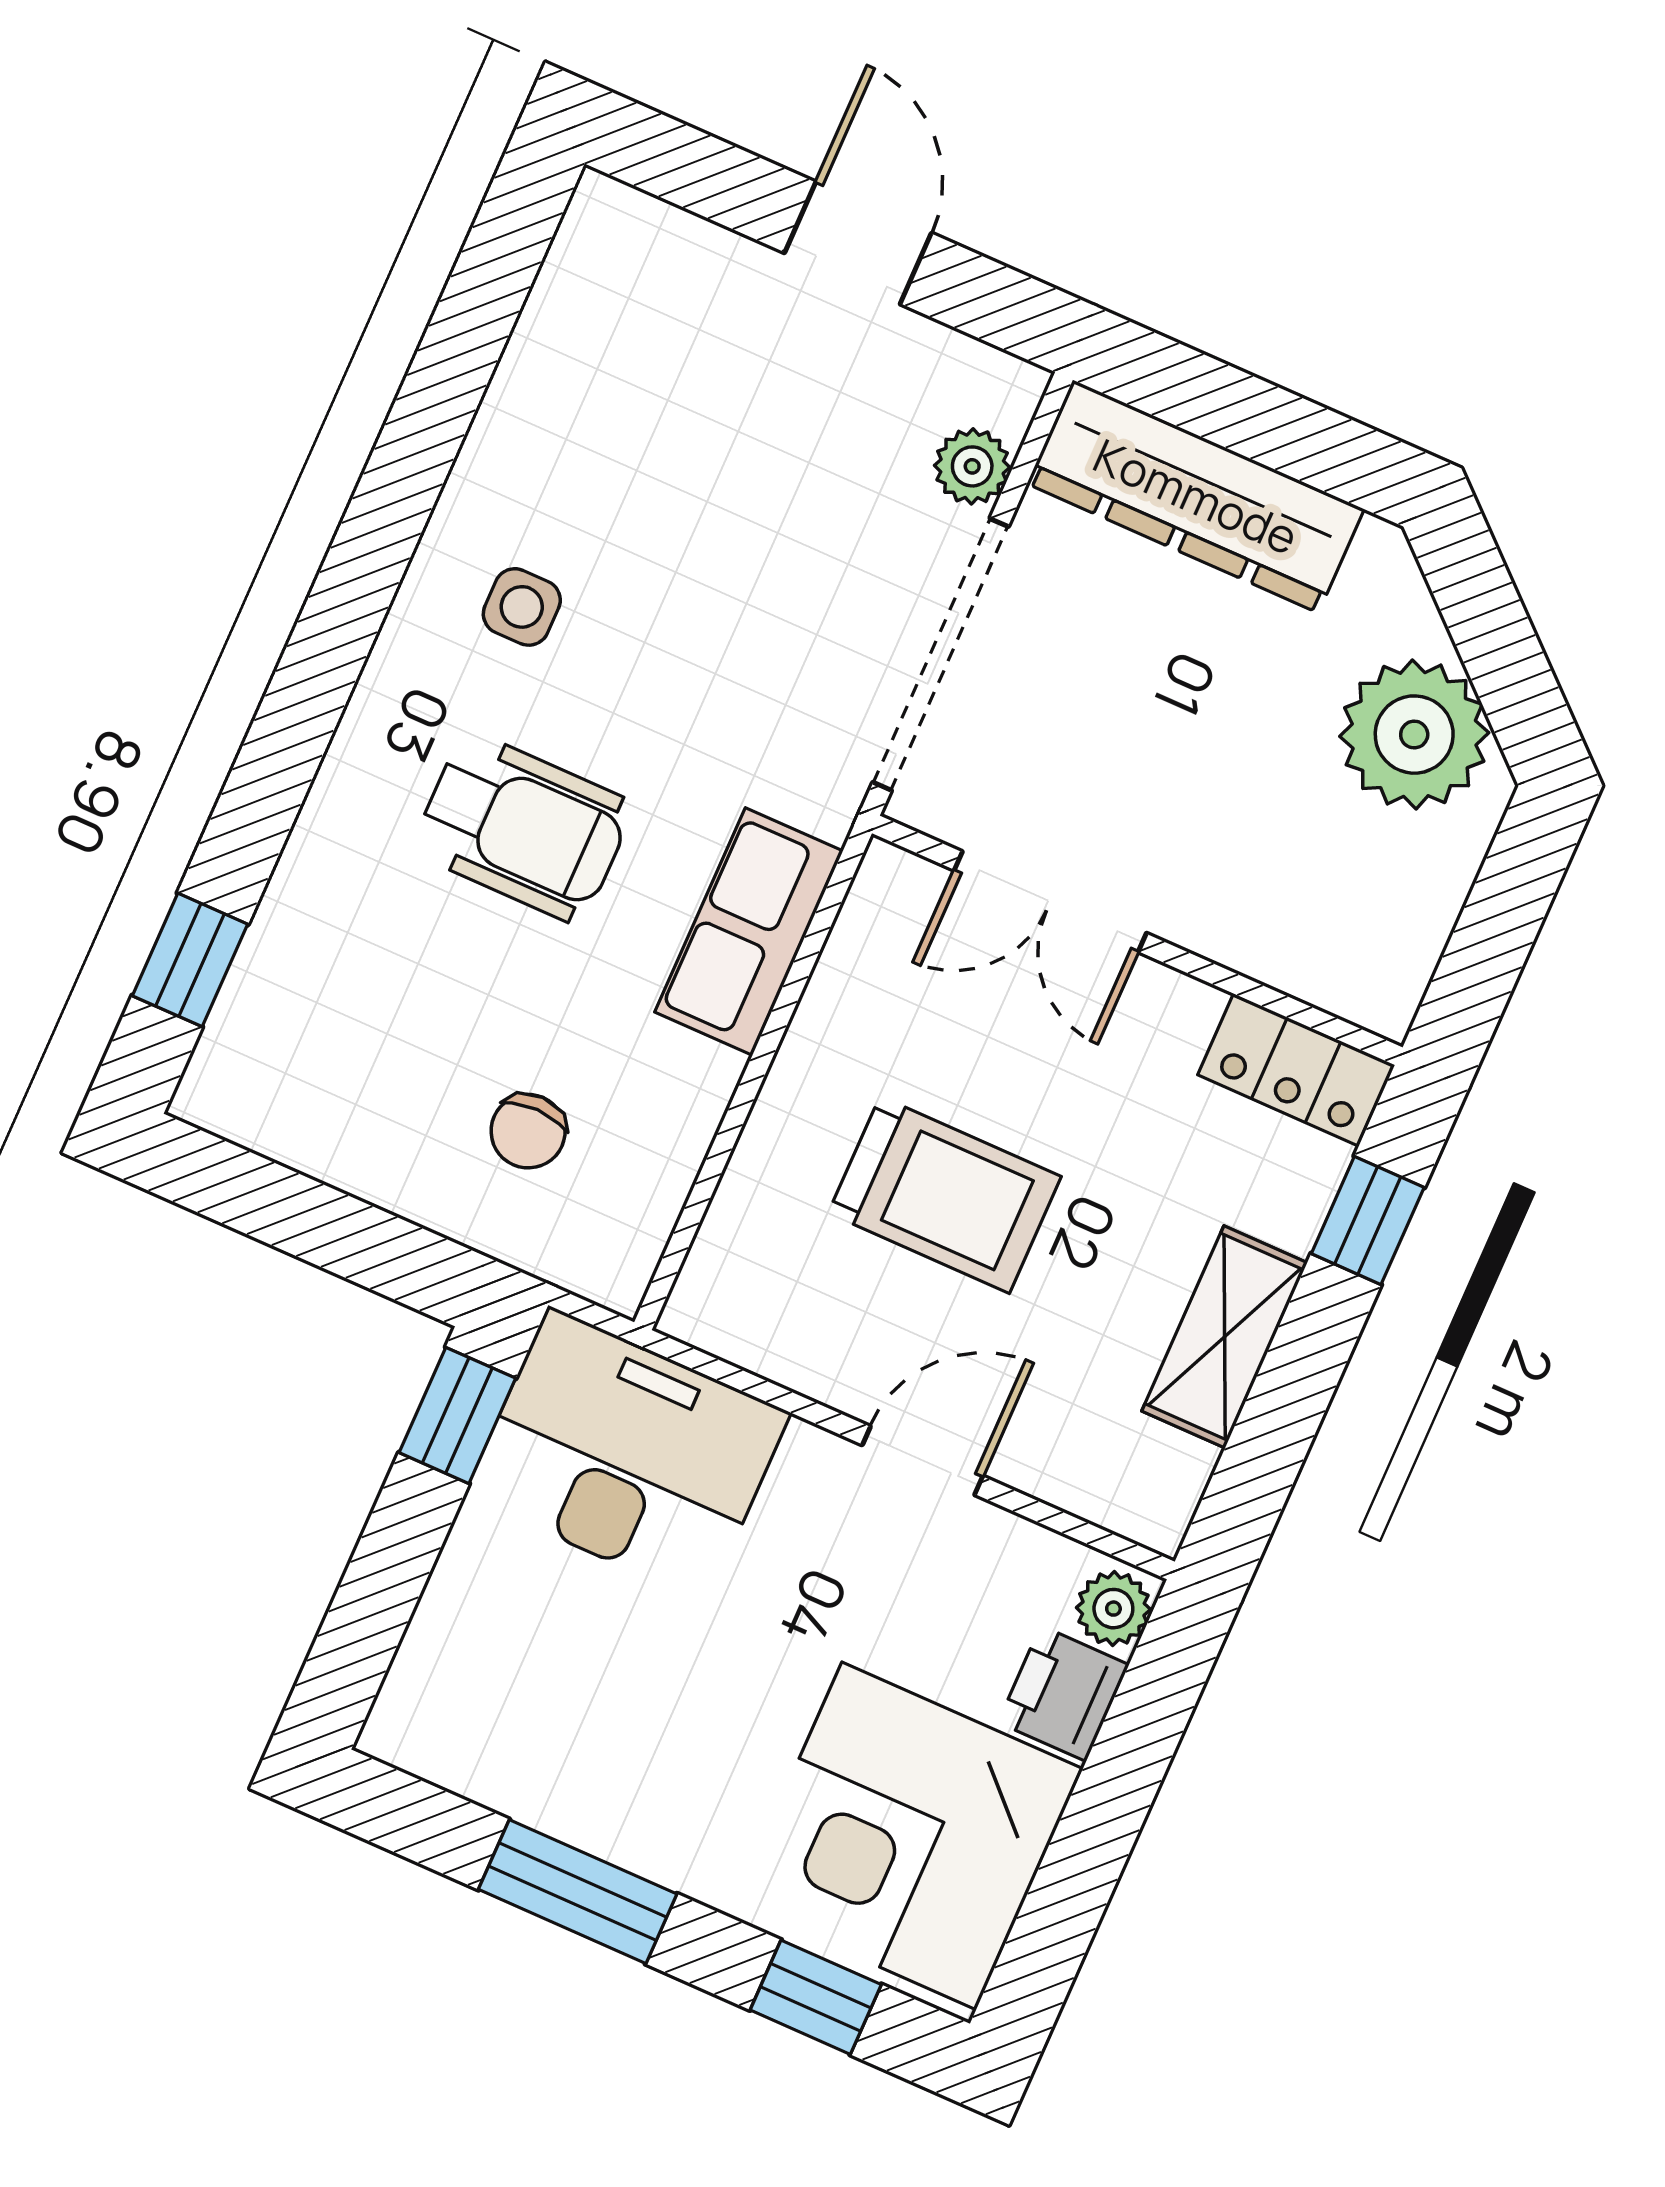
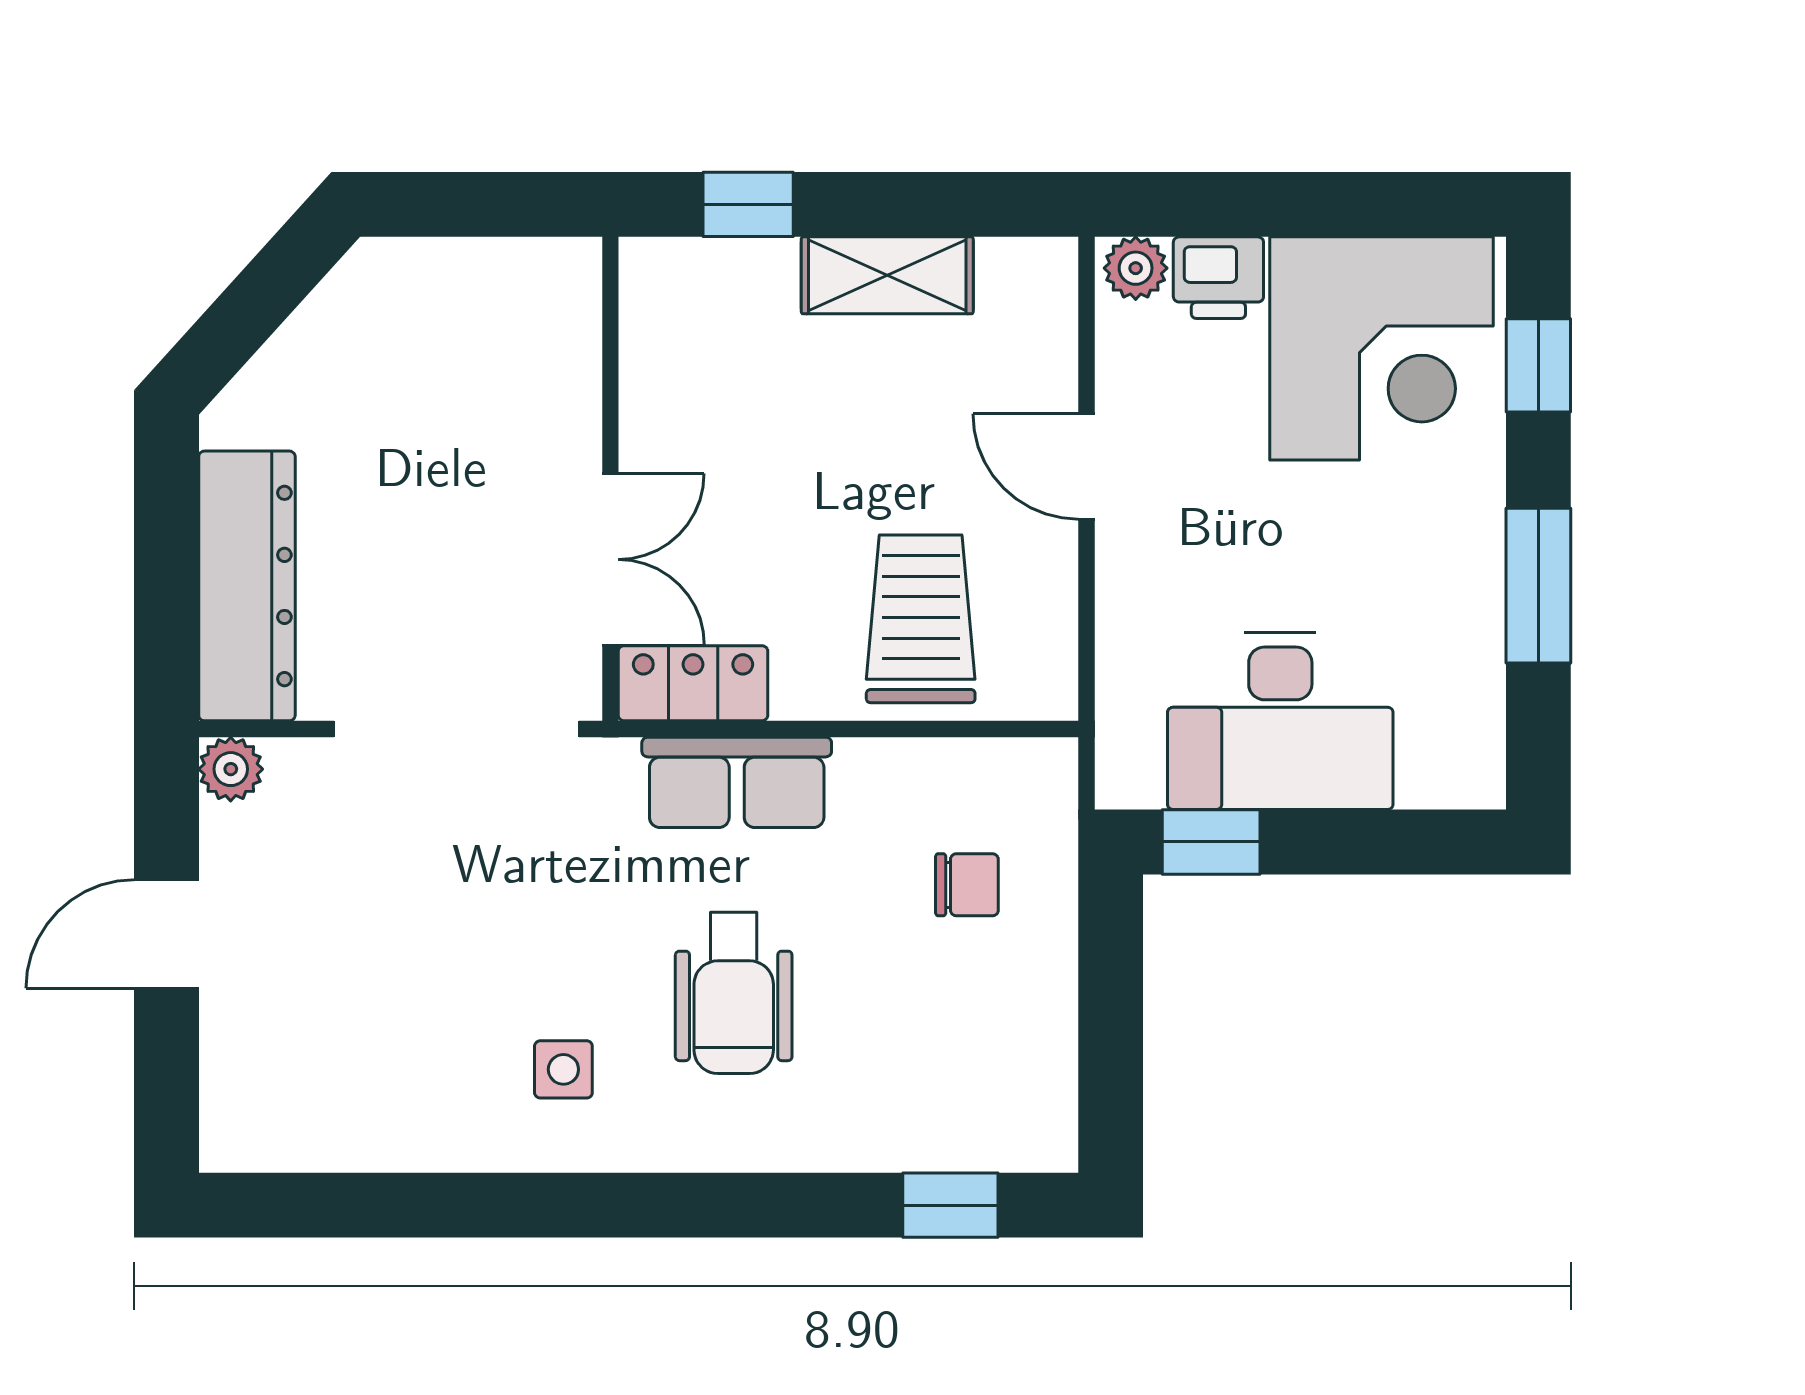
plant: (972, 466) -> (231, 769), moved
plant: (1414, 735) -> (356, 335), removed
wheelchair: (523, 827) -> (734, 993), turned 180
locker: (1296, 1070) -> (693, 683), moved, turned -90
trolley: (945, 1195) -> (921, 619), moved
desk: (627, 1455) -> (1280, 721), moved, turned -90

